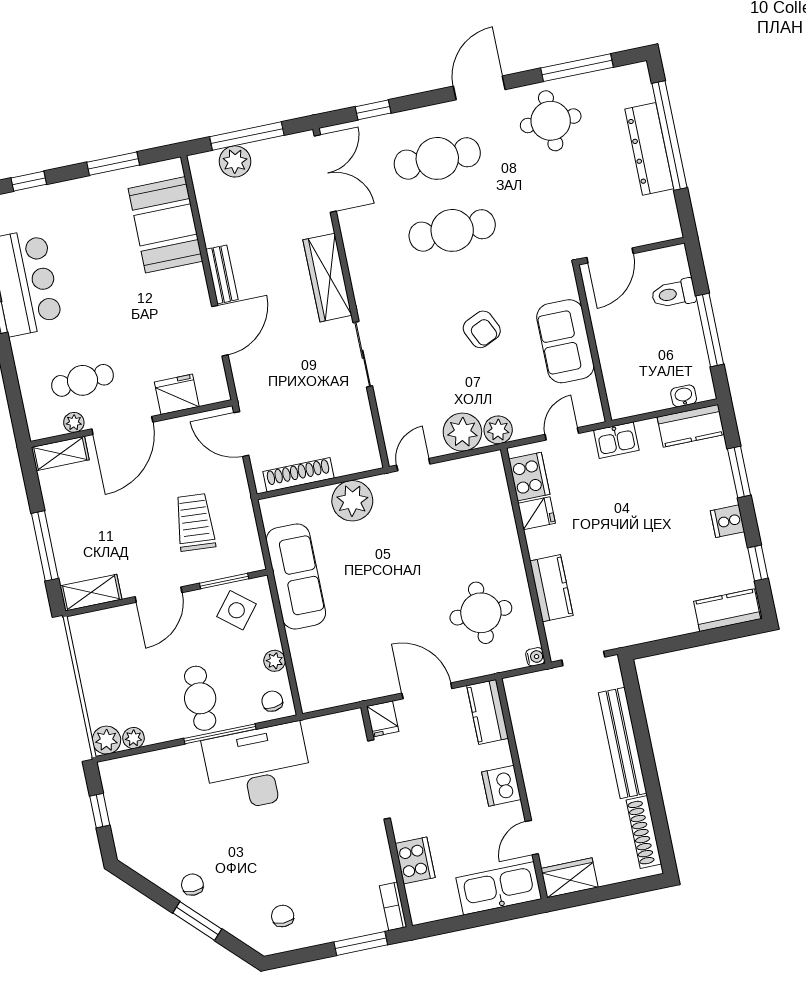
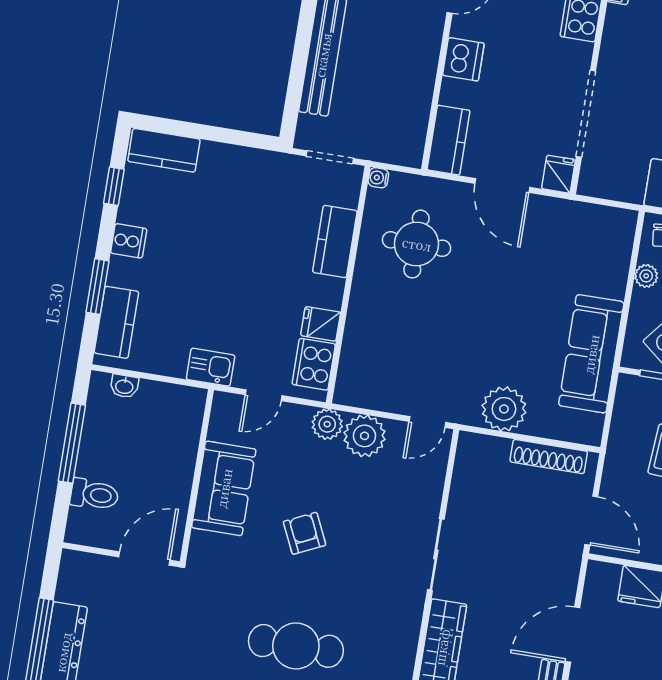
kitchen counter: (691, 426) -> (116, 322), moved, turned 90

